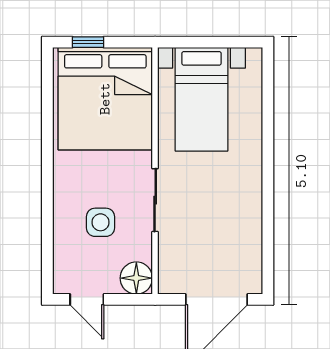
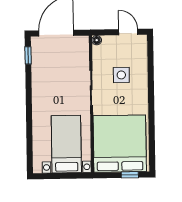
window: (268, 260) -> (28, 55), added
floor lamp: (136, 278) -> (97, 40), width x0.53, depth x0.53

